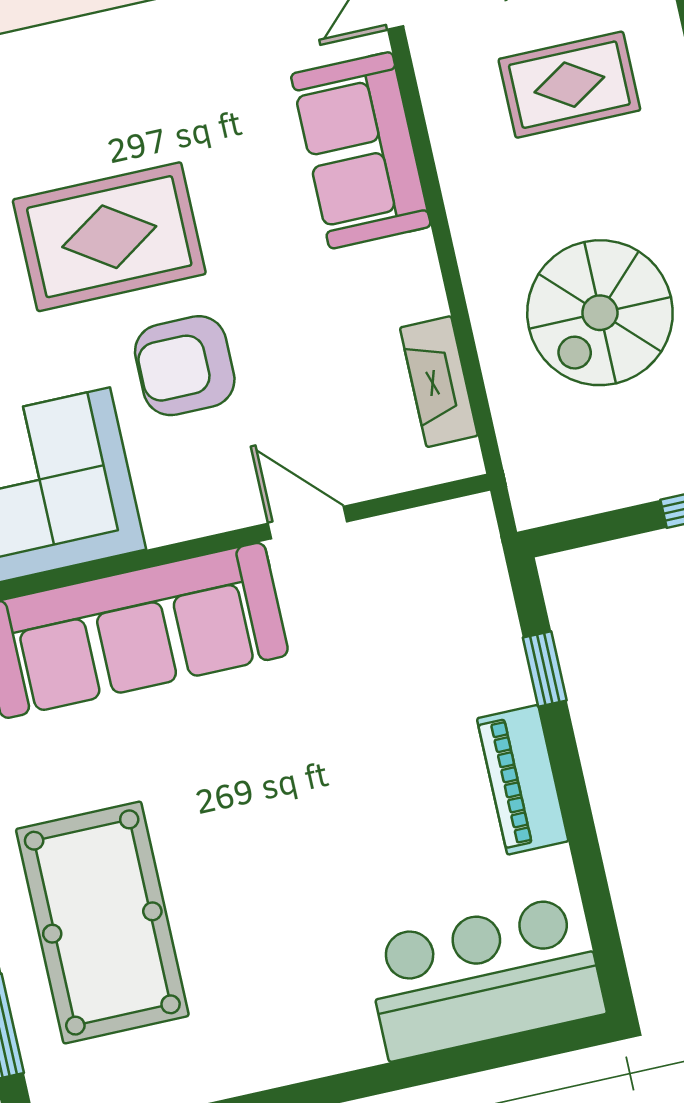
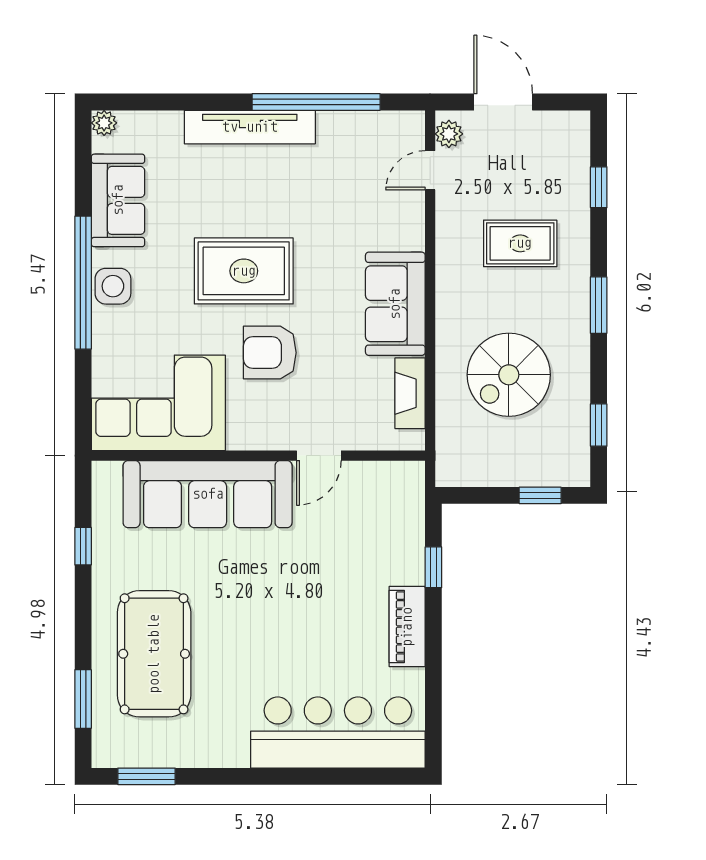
sofa: (361, 150) -> (395, 304), moved
door: (307, 523) -> (319, 456), swing flipped
bar counter: (485, 978) -> (338, 732), width x1.36

